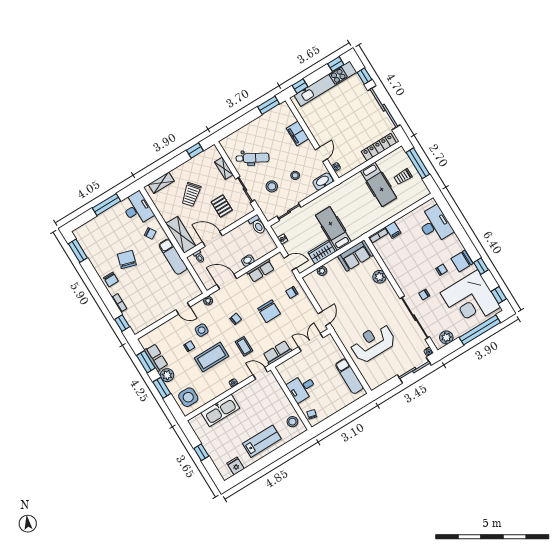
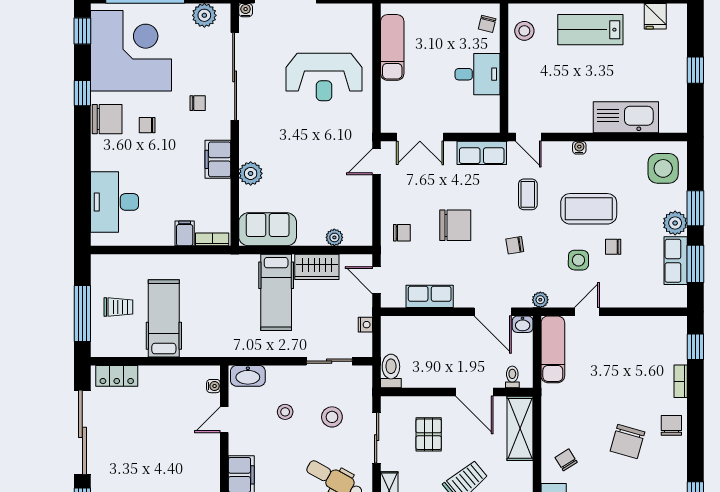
locker: (379, 147) -> (117, 376), width x0.66
exam couch: (173, 257) -> (553, 349), moved
washbasin: (248, 261) -> (523, 324), moved
filing cabinet: (399, 274) -> (218, 159), added
door: (183, 308) -> (587, 312), hinge flipped
chair: (269, 311) -> (455, 225), turned 90

